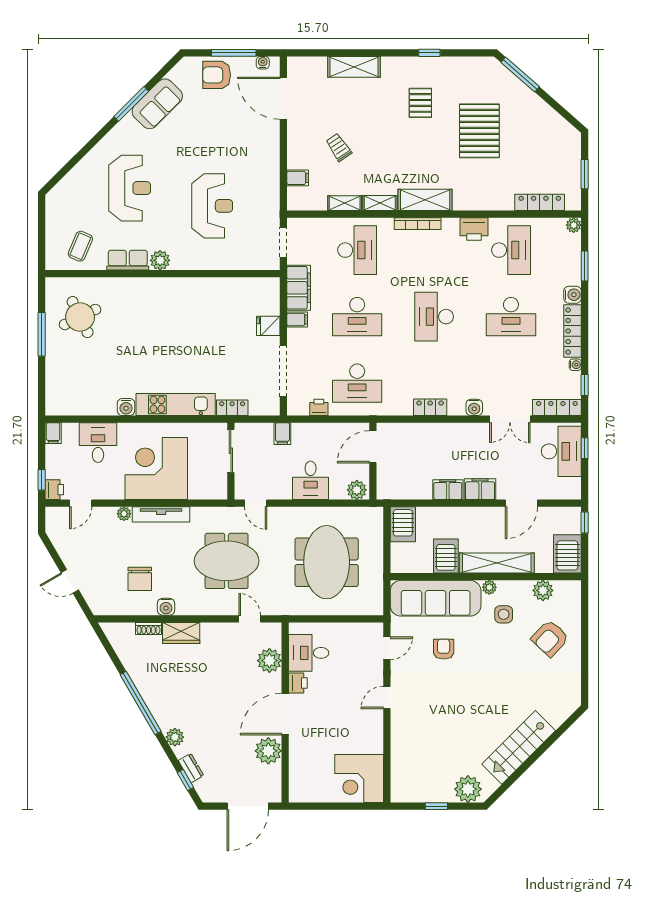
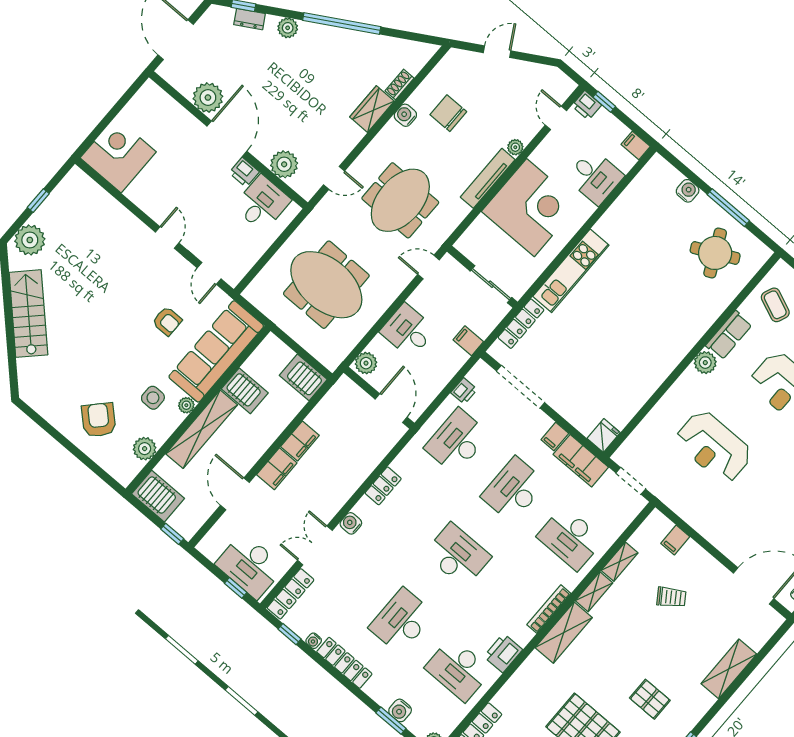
water cooler: (573, 295) -> (400, 710), moved
fridge: (268, 326) -> (604, 435), moved
water cooler: (126, 407) -> (688, 191), moved, turned 90
locker: (232, 408) -> (521, 324), width x1.53

